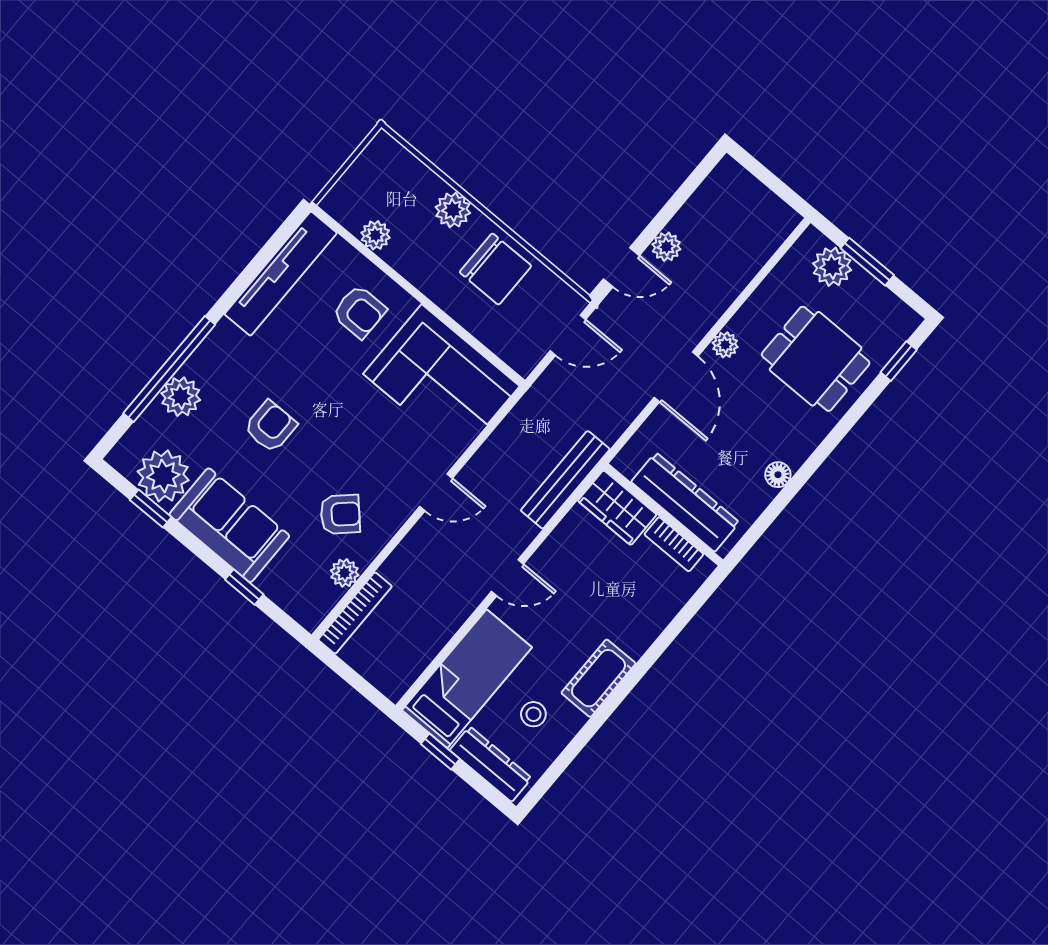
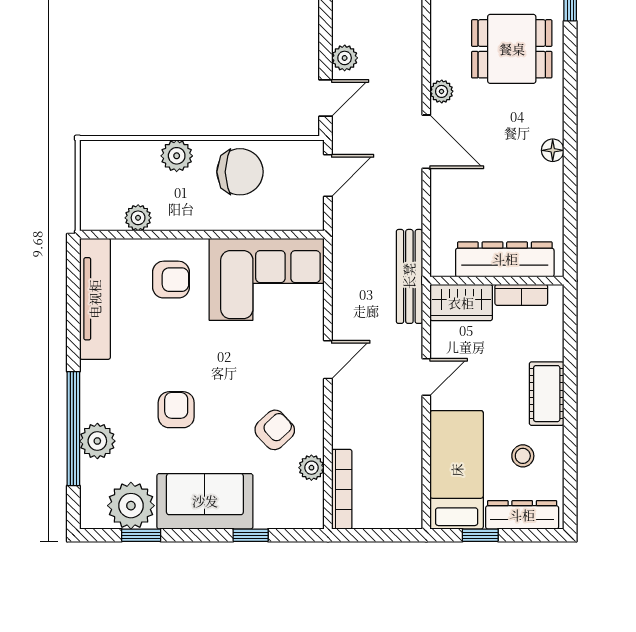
dresser: (685, 502) -> (505, 259), moved
wardrobe: (617, 508) -> (461, 303), moved
wall: (663, 515) -> (497, 281), moved
bookcase: (674, 544) -> (521, 295), moved

